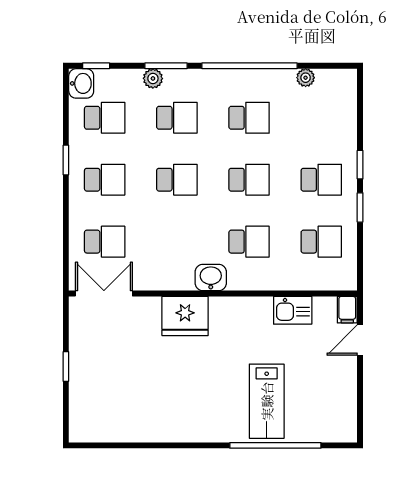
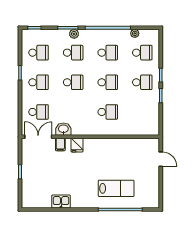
plant: (153, 78) -> (74, 34), moved
washbasin: (81, 83) -> (27, 36), removed
school desk: (321, 242) -> (142, 53), moved
washbasin: (211, 277) -> (63, 129), moved
kitchen sink: (293, 310) -> (61, 202), moved, turned 180
filing cabinet: (347, 310) -> (60, 145), moved
fridge: (185, 316) -> (77, 145), width x0.53, depth x0.75
door: (360, 340) -> (161, 159), swing flipped
lab bench: (267, 401) -> (116, 188), turned -90

